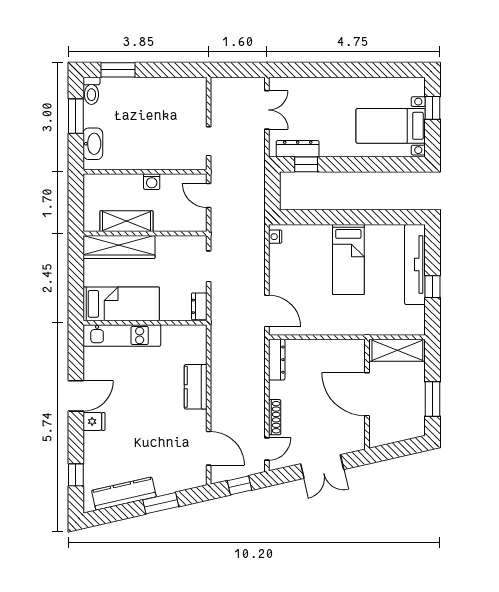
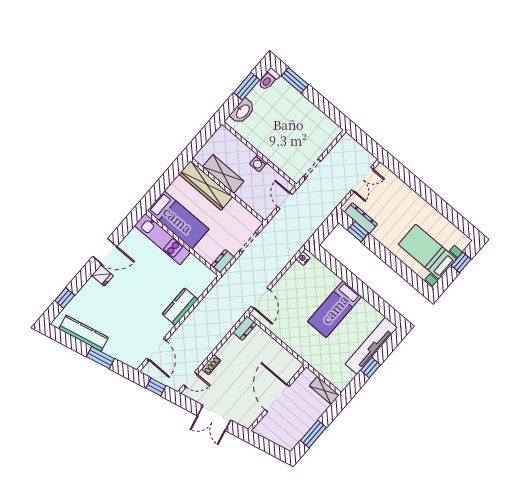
shelving: (397, 350) -> (324, 390), width x0.67, depth x0.75
dresser: (277, 360) -> (245, 328), width x0.70
shoe rack: (275, 417) -> (211, 365), width x0.70

